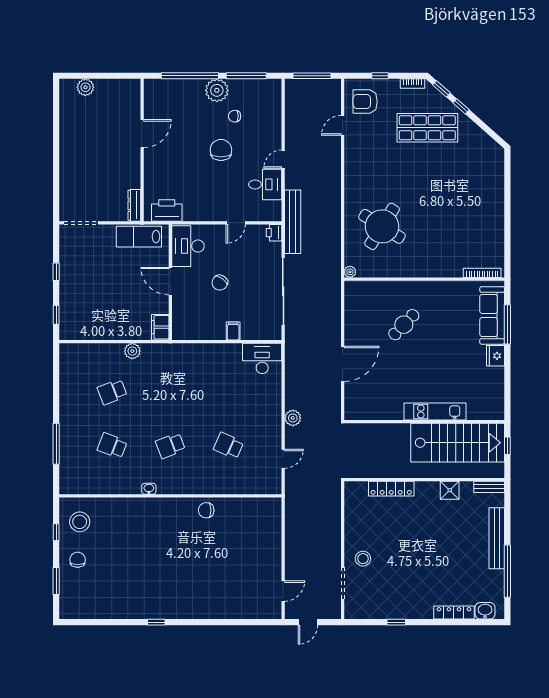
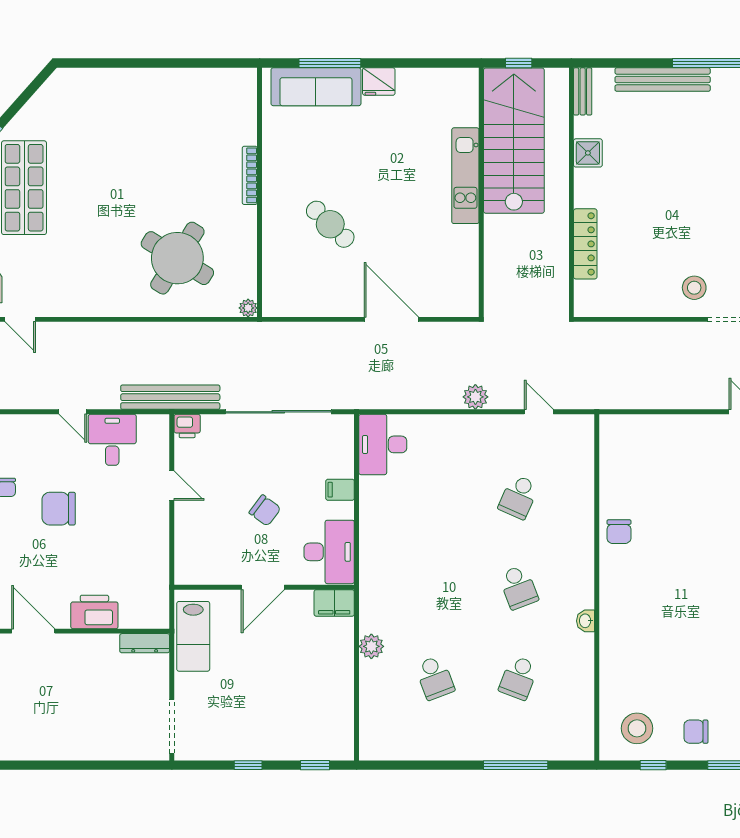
printer: (167, 210) -> (94, 612), moved, turned 90
desk: (188, 246) -> (329, 552), moved, turned -90
bookcase: (482, 273) -> (250, 175), moved

